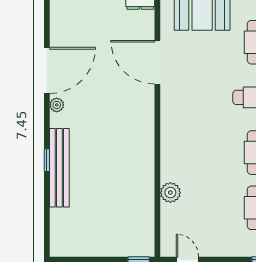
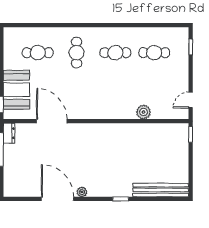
door: (157, 62) -> (52, 121), swing flipped
bench: (59, 168) -> (161, 190), moved

